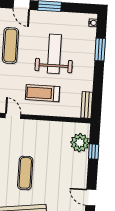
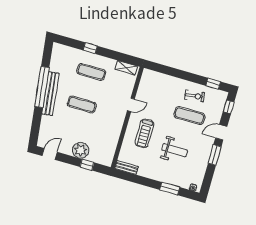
weight bench: (54, 54) -> (175, 150), width x0.73, depth x0.75
treadmill: (42, 93) -> (144, 133), turned 180
plant: (80, 143) -> (81, 150), moved

